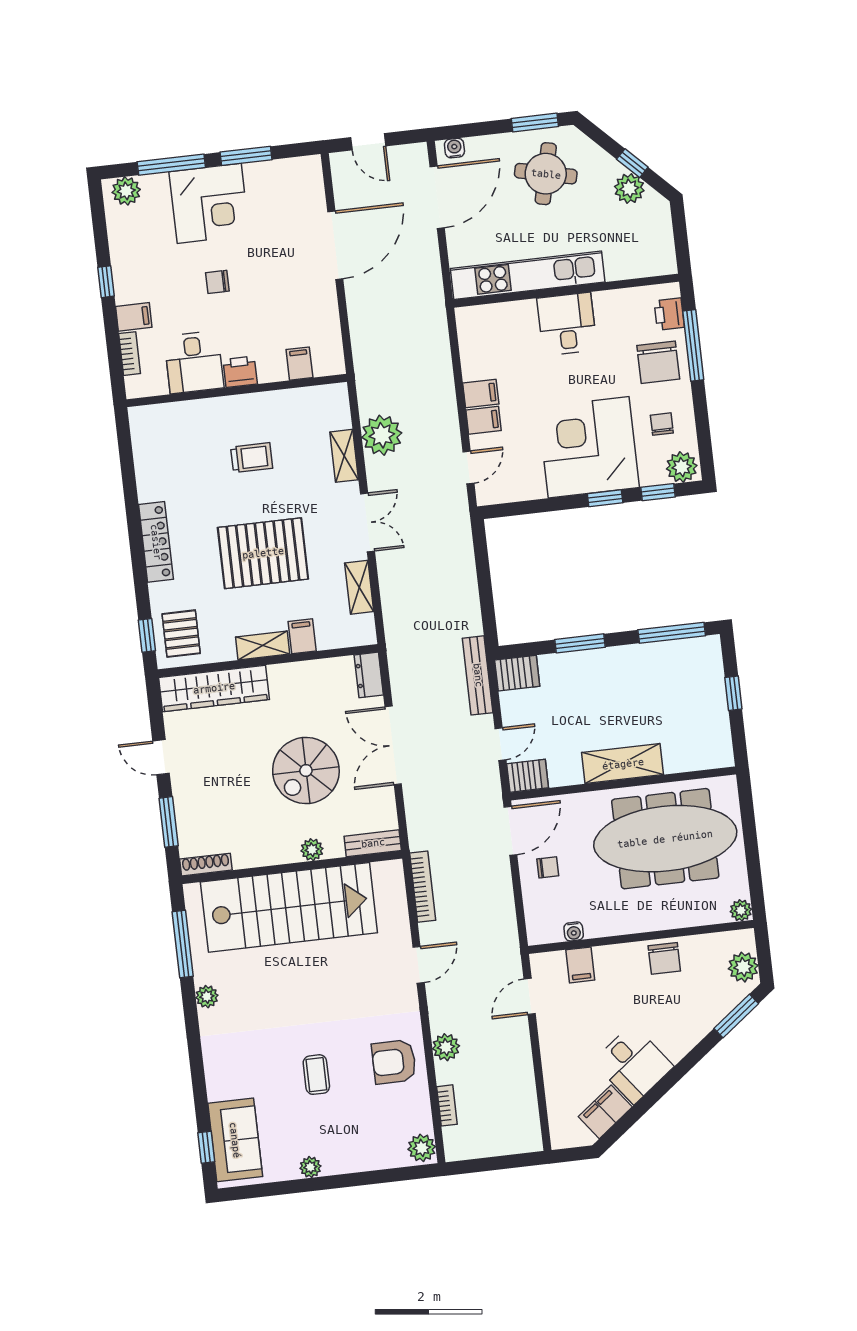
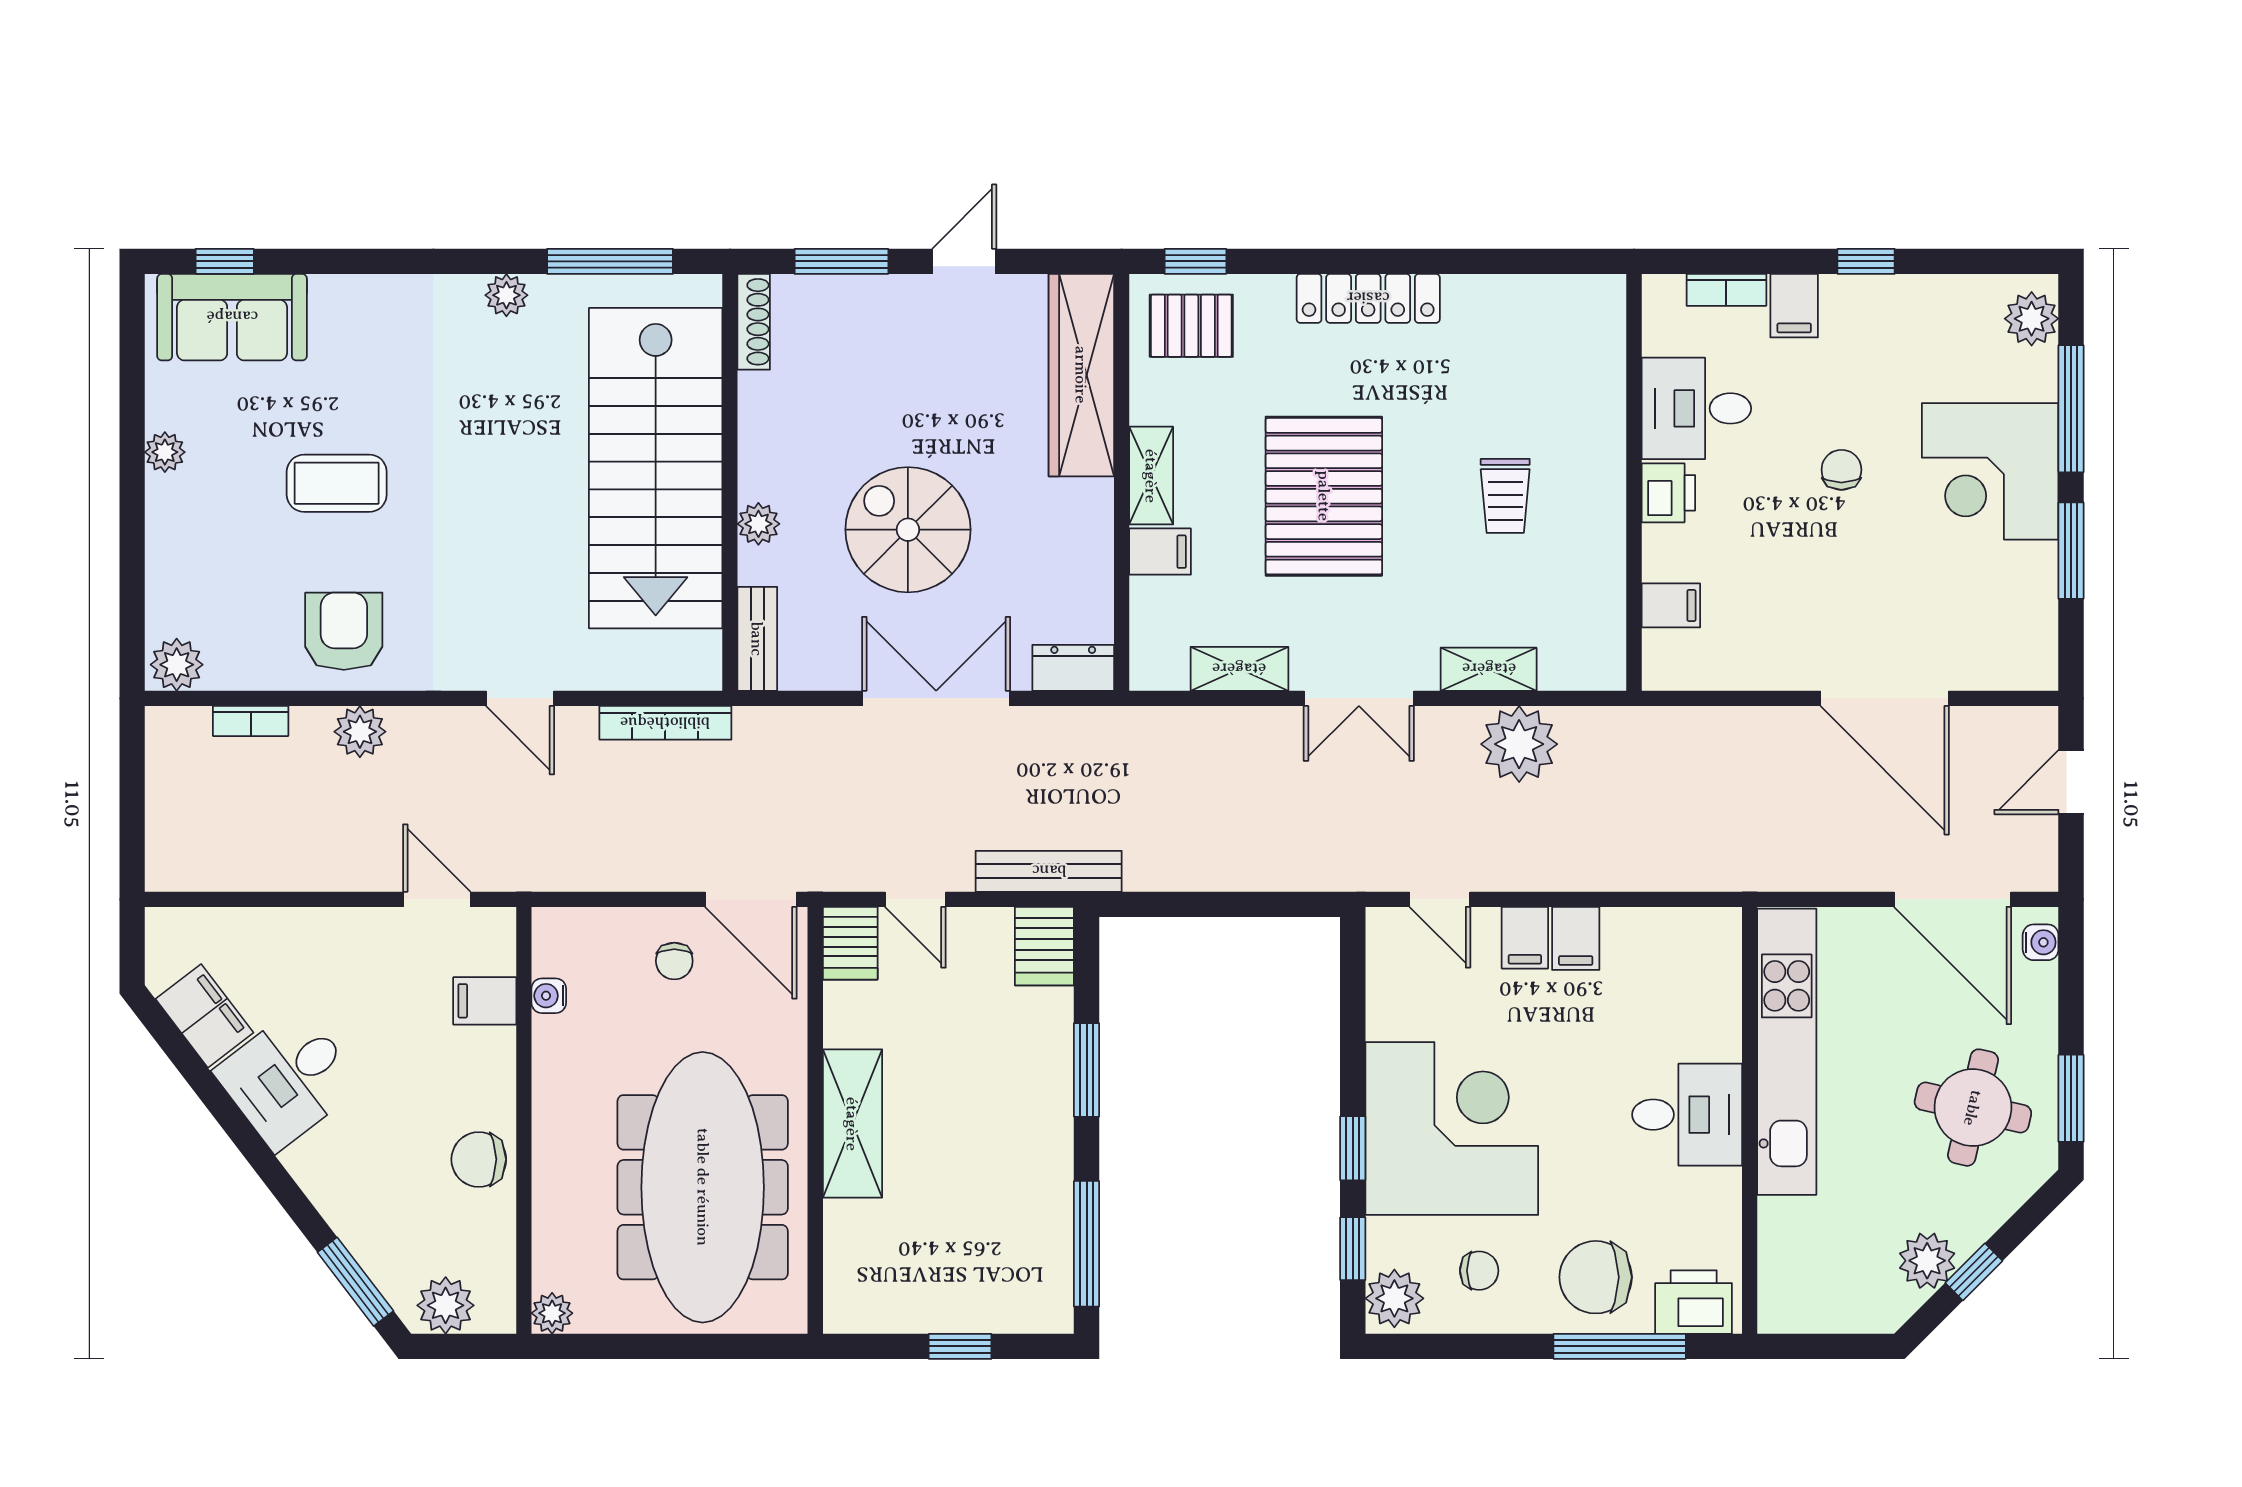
printer: (669, 314) -> (1694, 1302), width x1.36, depth x1.24
coffee table: (316, 1075) -> (337, 483), width x1.36, depth x1.30

